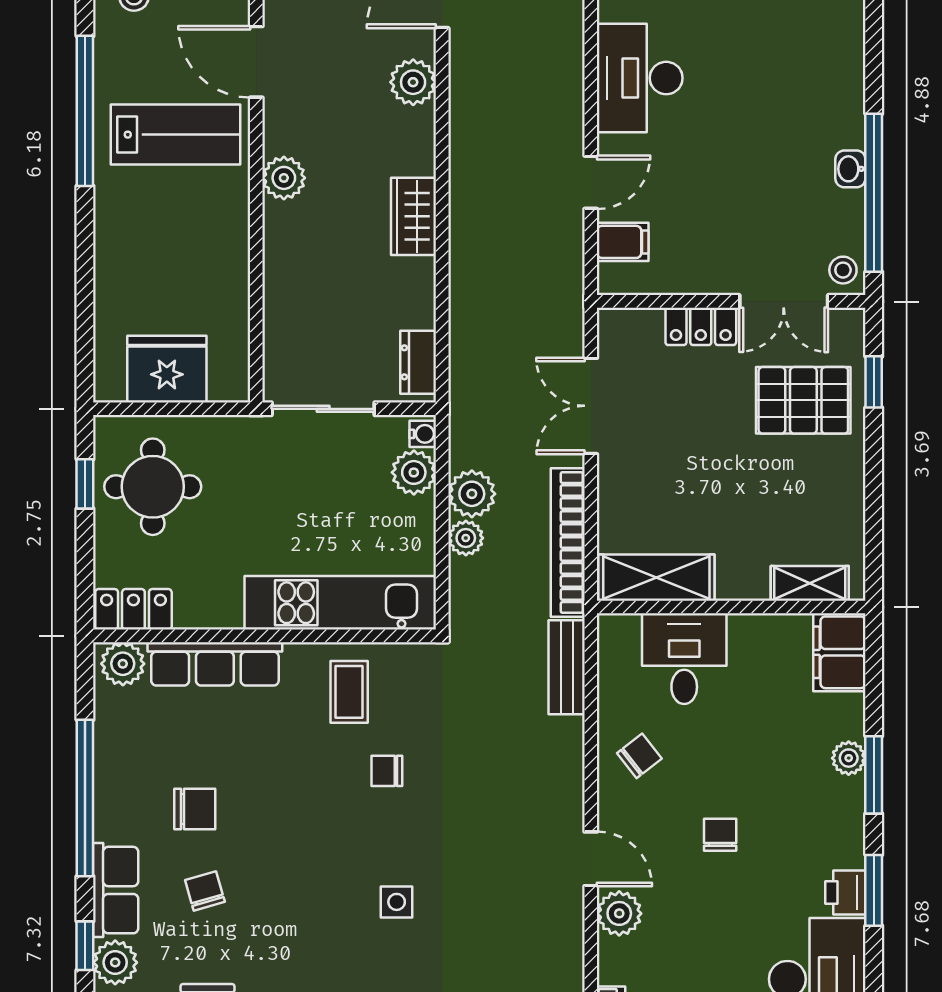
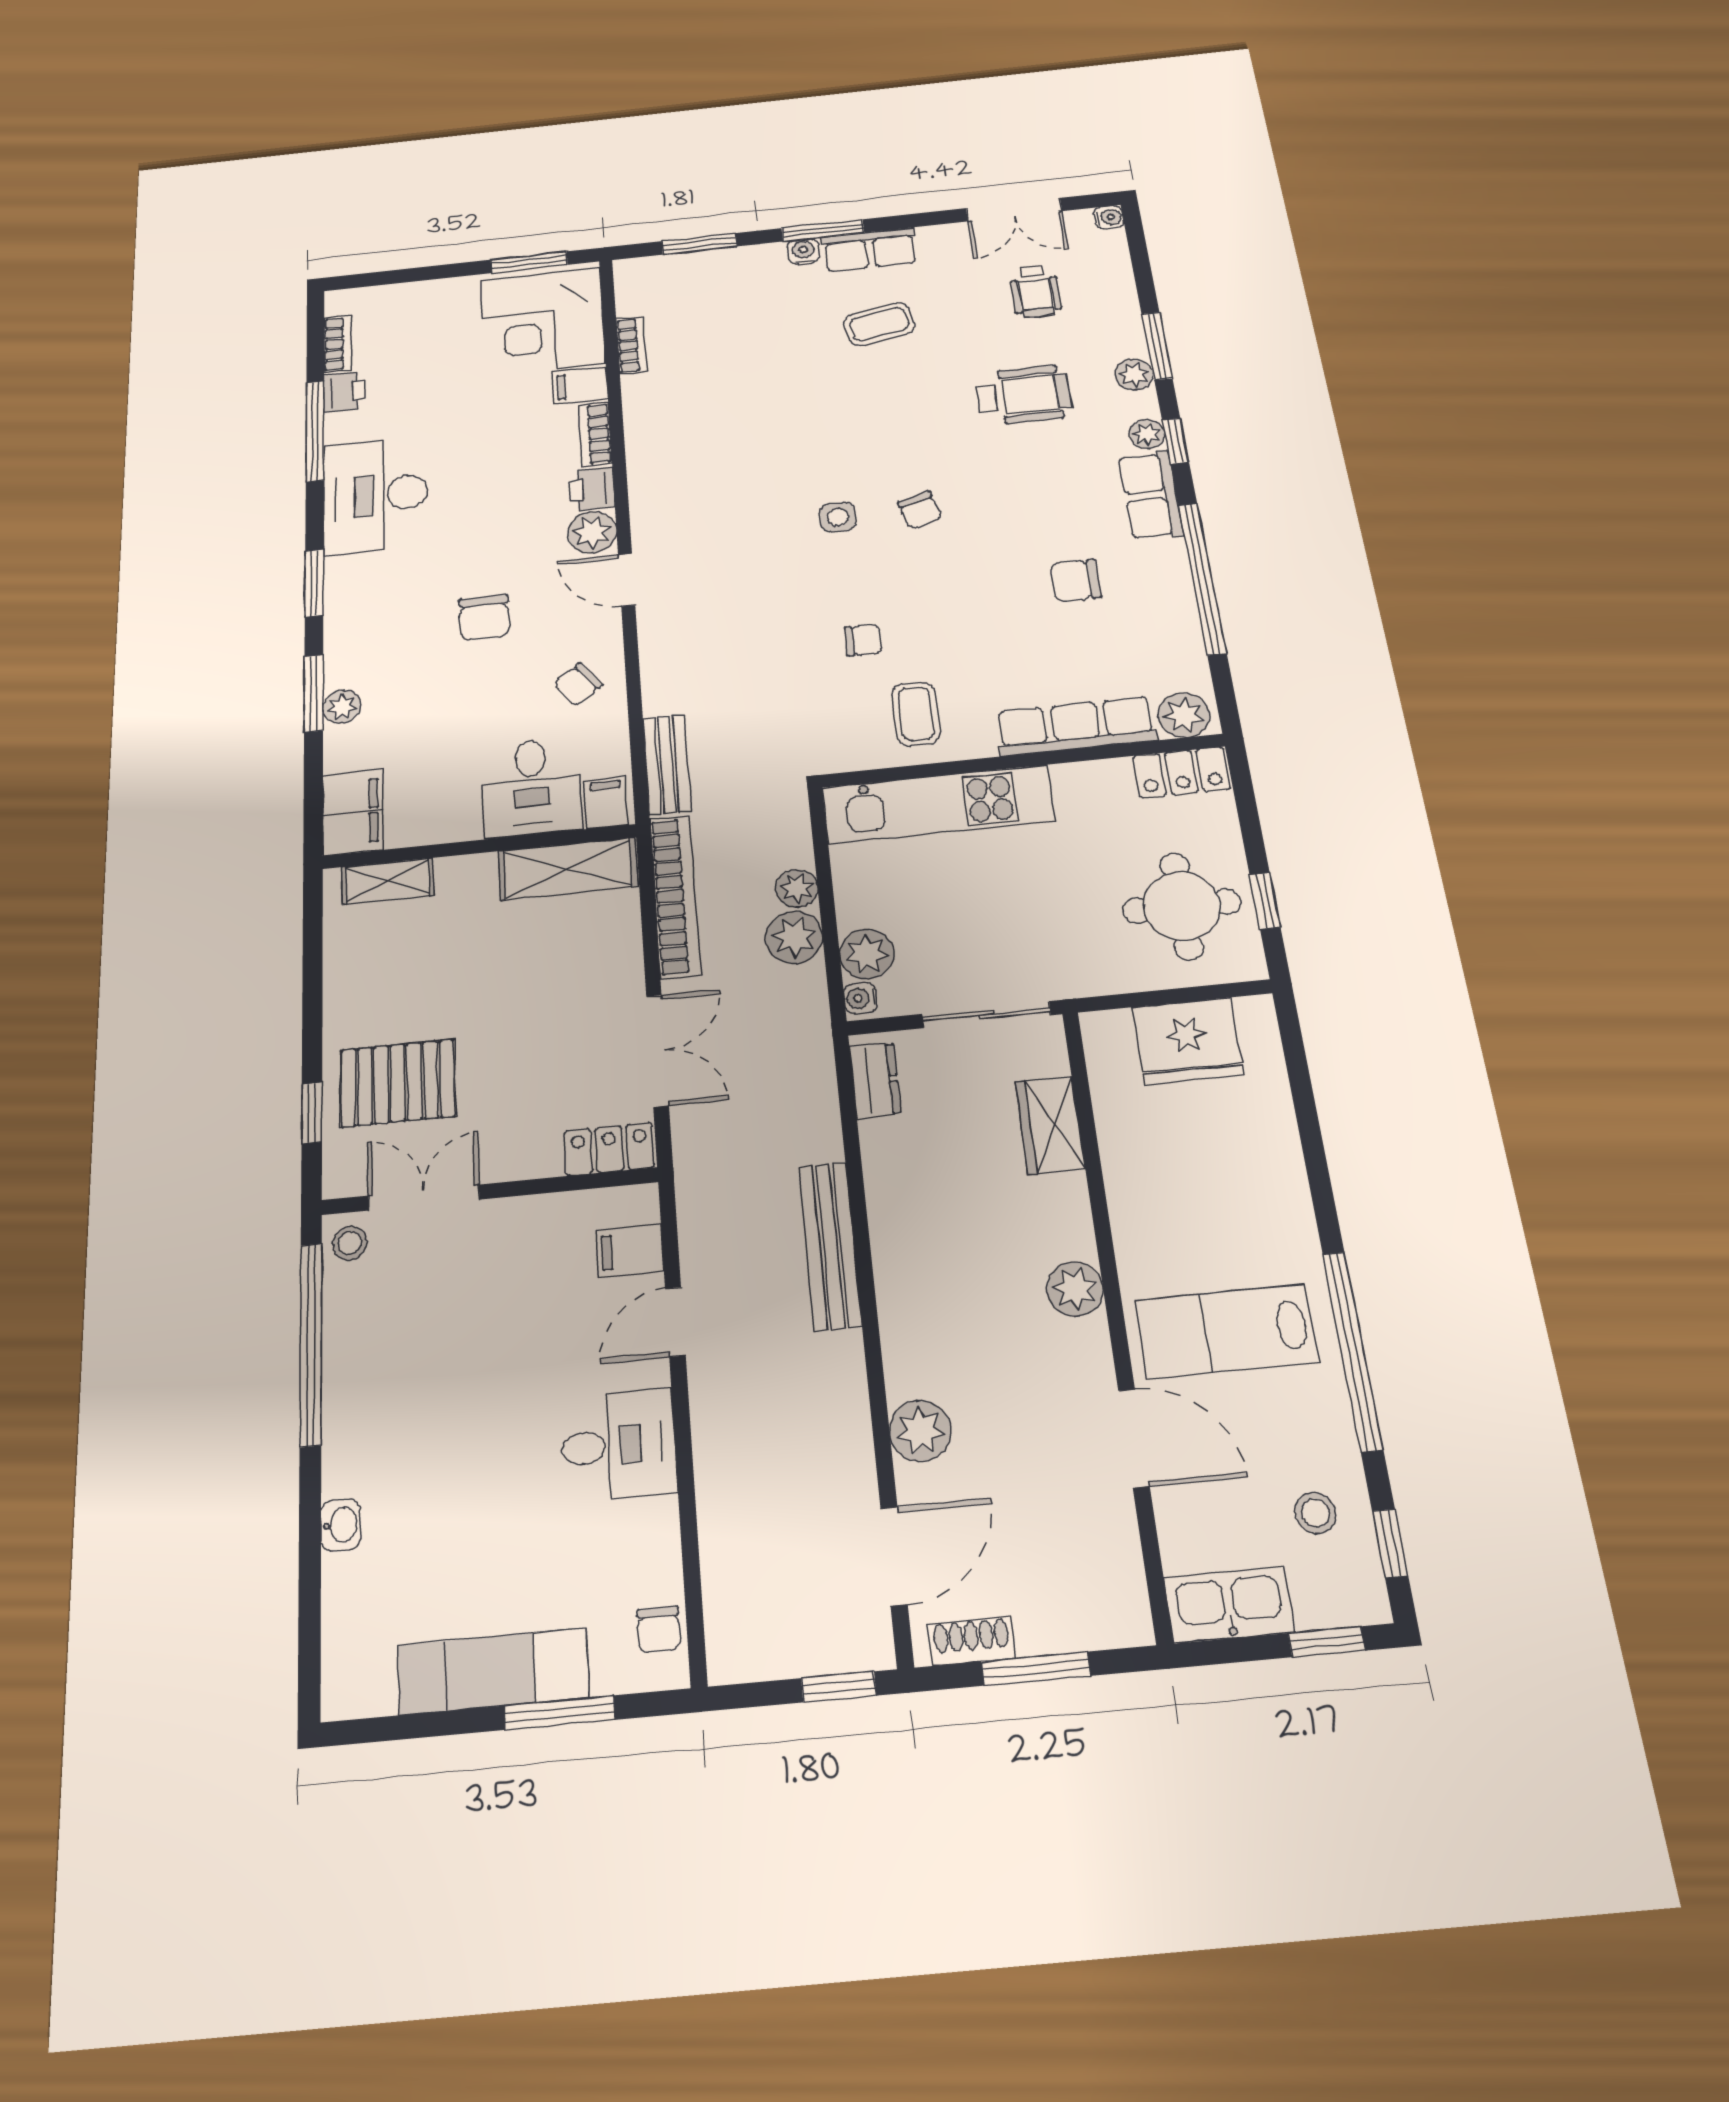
desk: (640, 78) -> (618, 1445), width x0.73
washbasin: (850, 169) -> (341, 1525), moved
wardrobe: (413, 216) -> (1050, 1125), moved, turned 180
bench: (467, 230) -> (830, 1245), added
locker: (701, 326) -> (609, 1149), moved
filing cabinet: (621, 637) -> (606, 802), added
chair: (720, 835) -> (484, 618), width x1.37, depth x1.37
chair: (205, 891) -> (920, 510), moved
printer: (845, 893) -> (592, 489), moved, turned 180
plant: (115, 962) -> (1147, 434), width x0.73, depth x0.73

